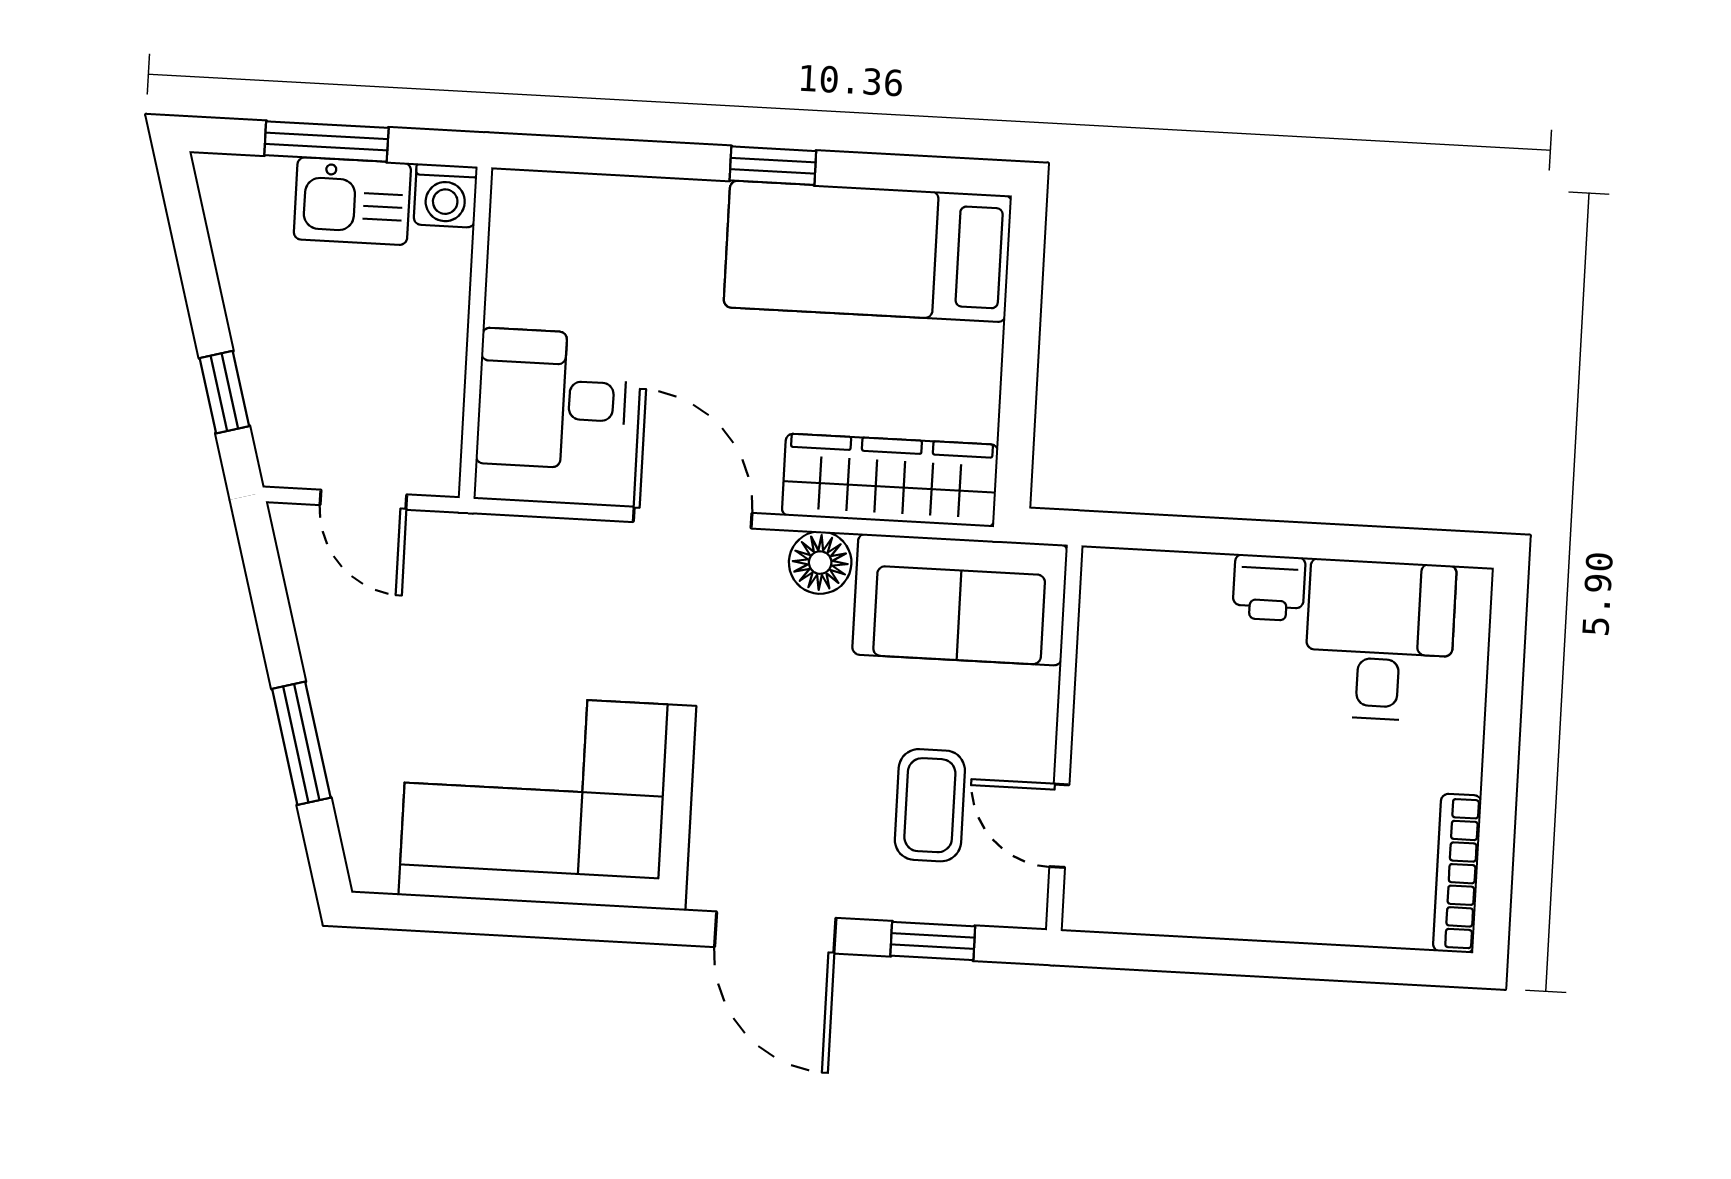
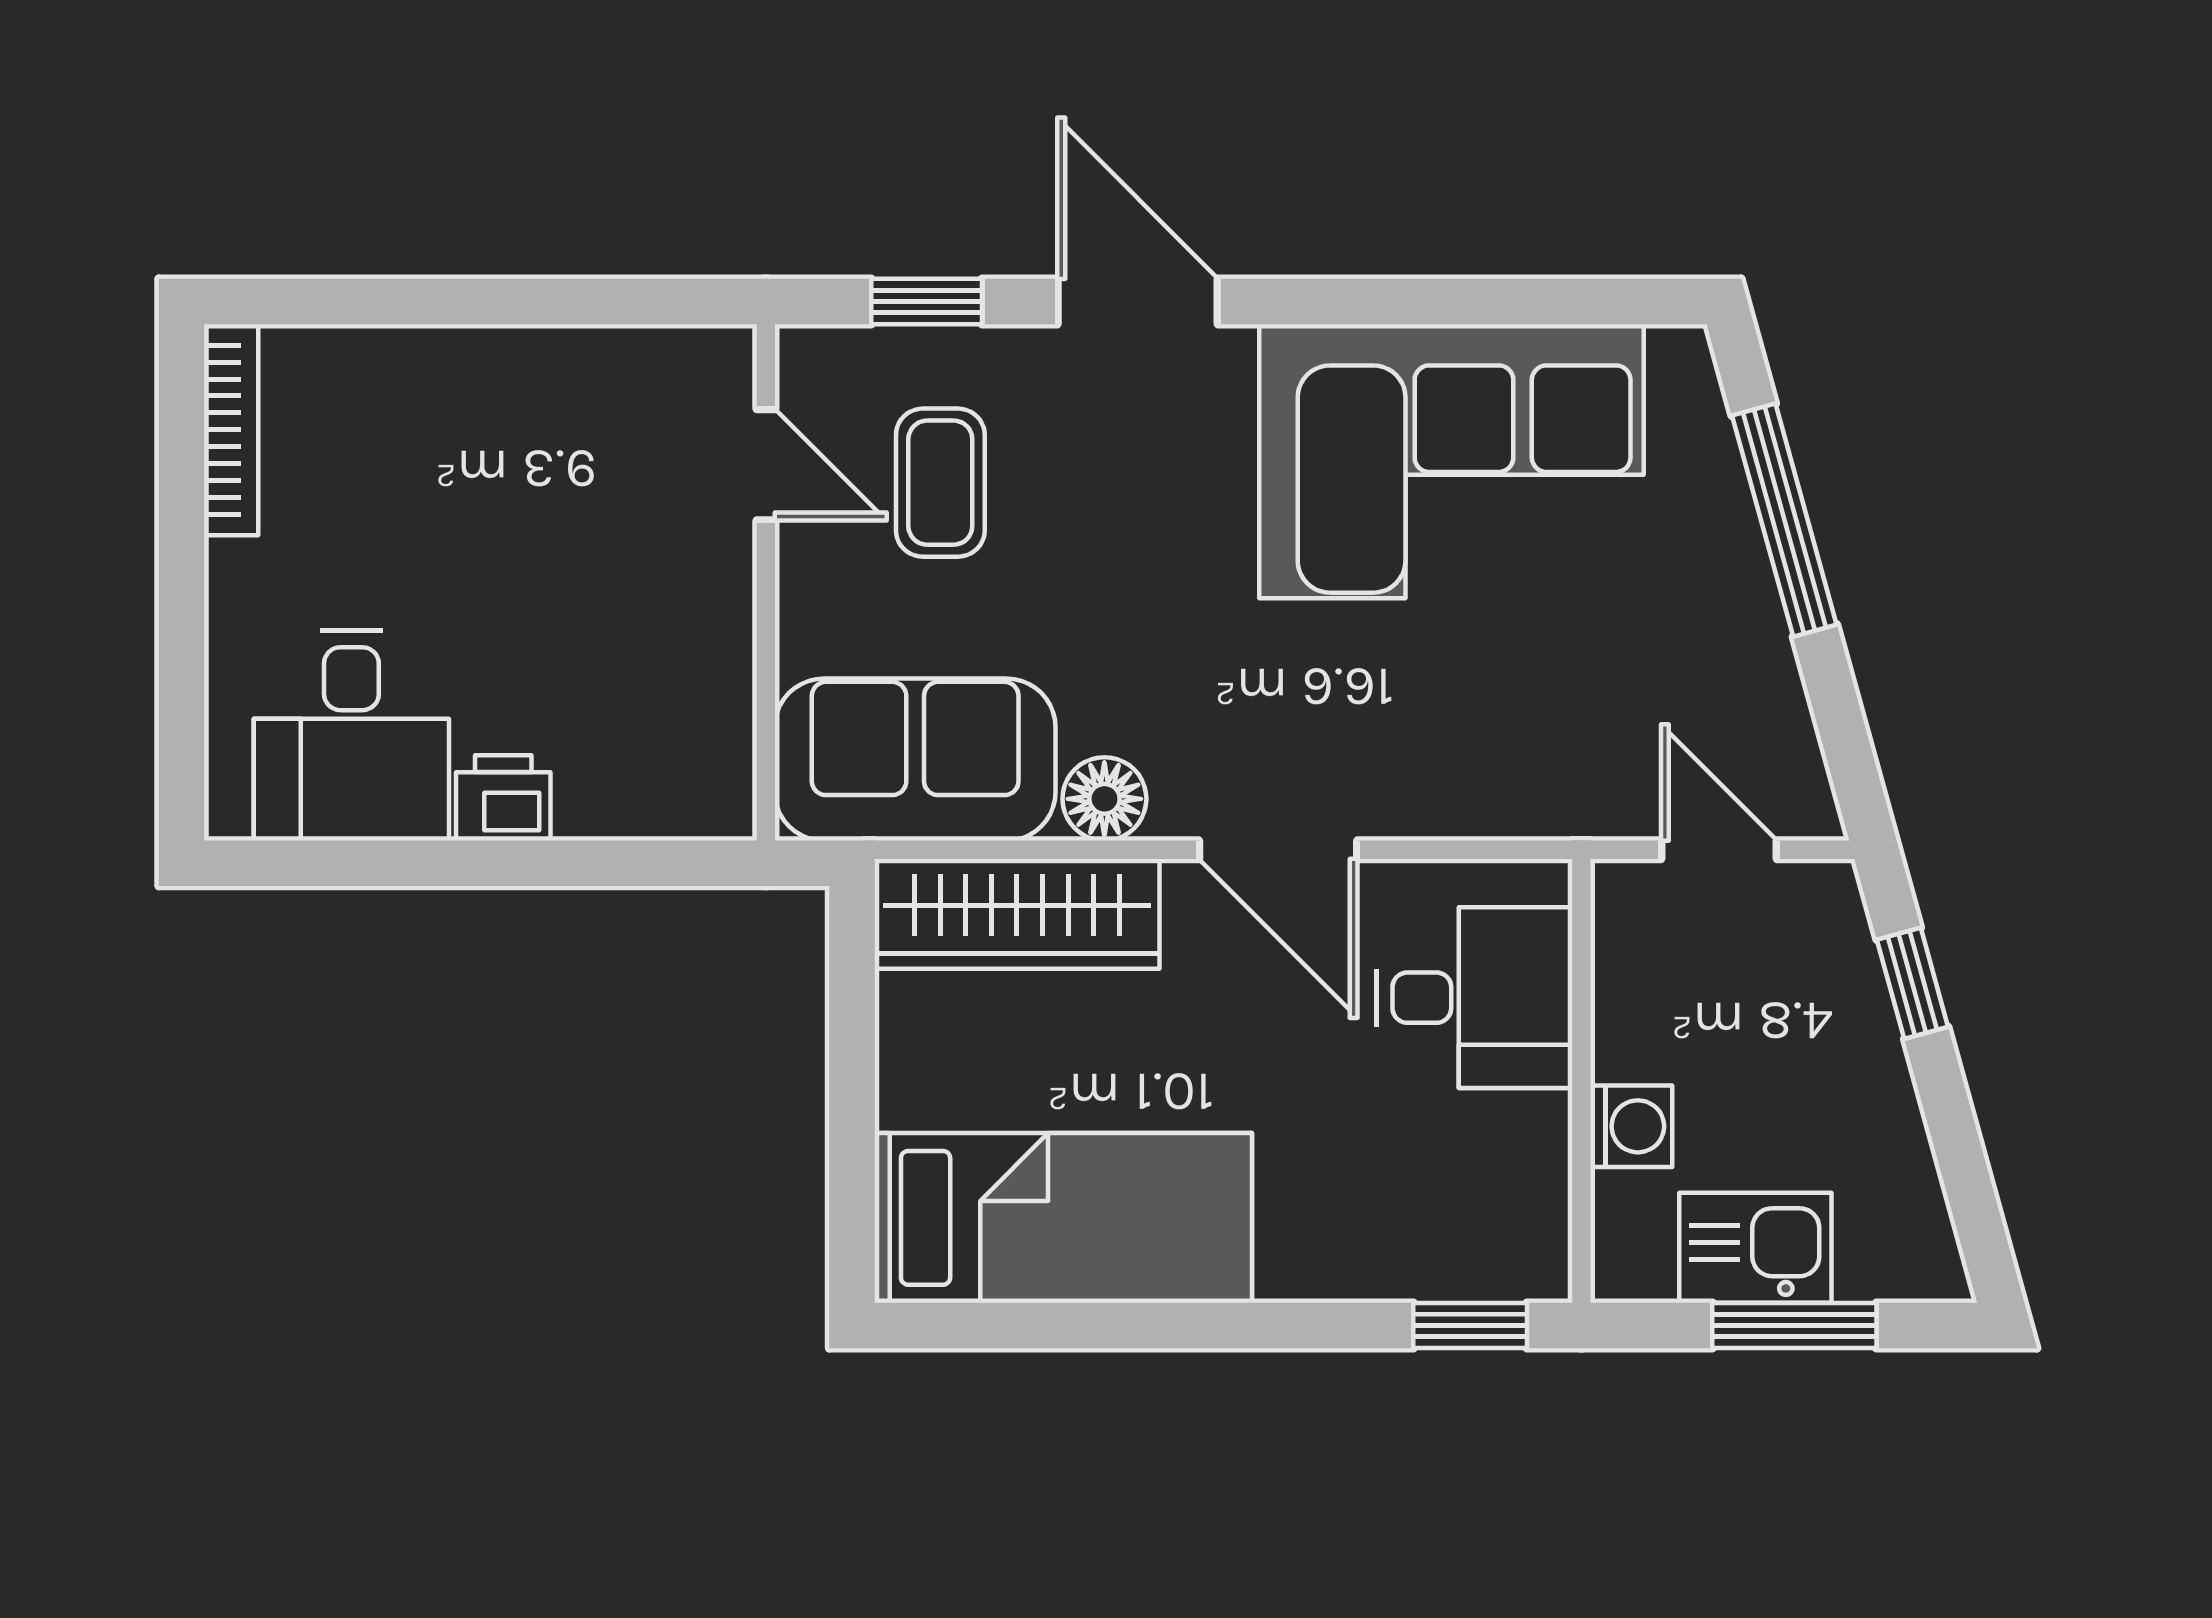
window: (773, 166) -> (1470, 1325), moved
washing machine: (446, 196) -> (1631, 1126), moved, turned 90
window: (301, 743) -> (1784, 520), width x1.44

